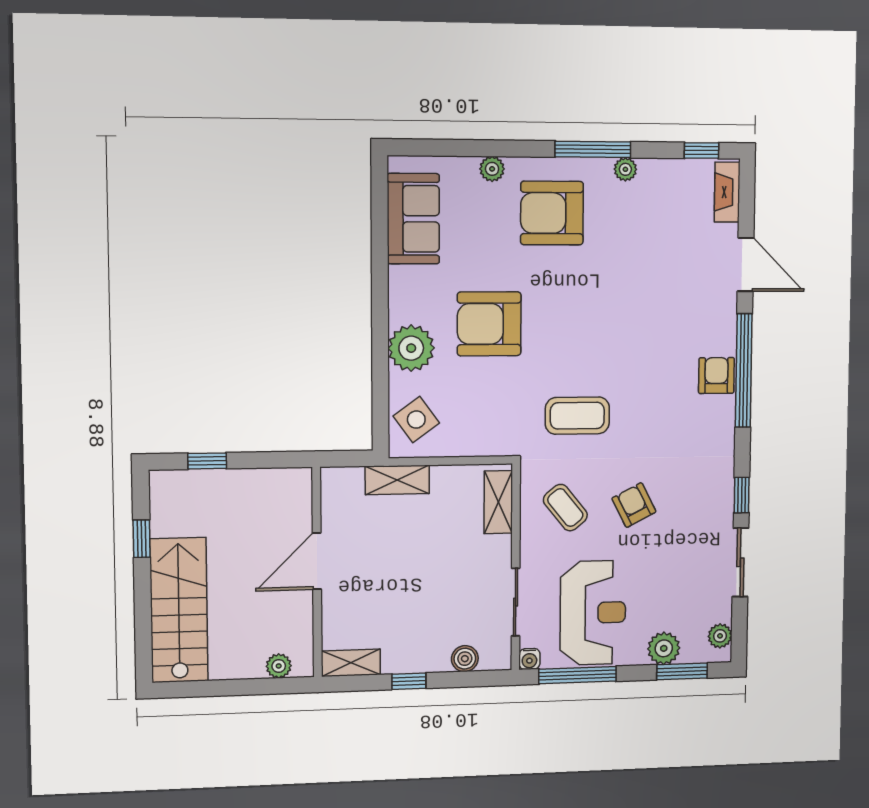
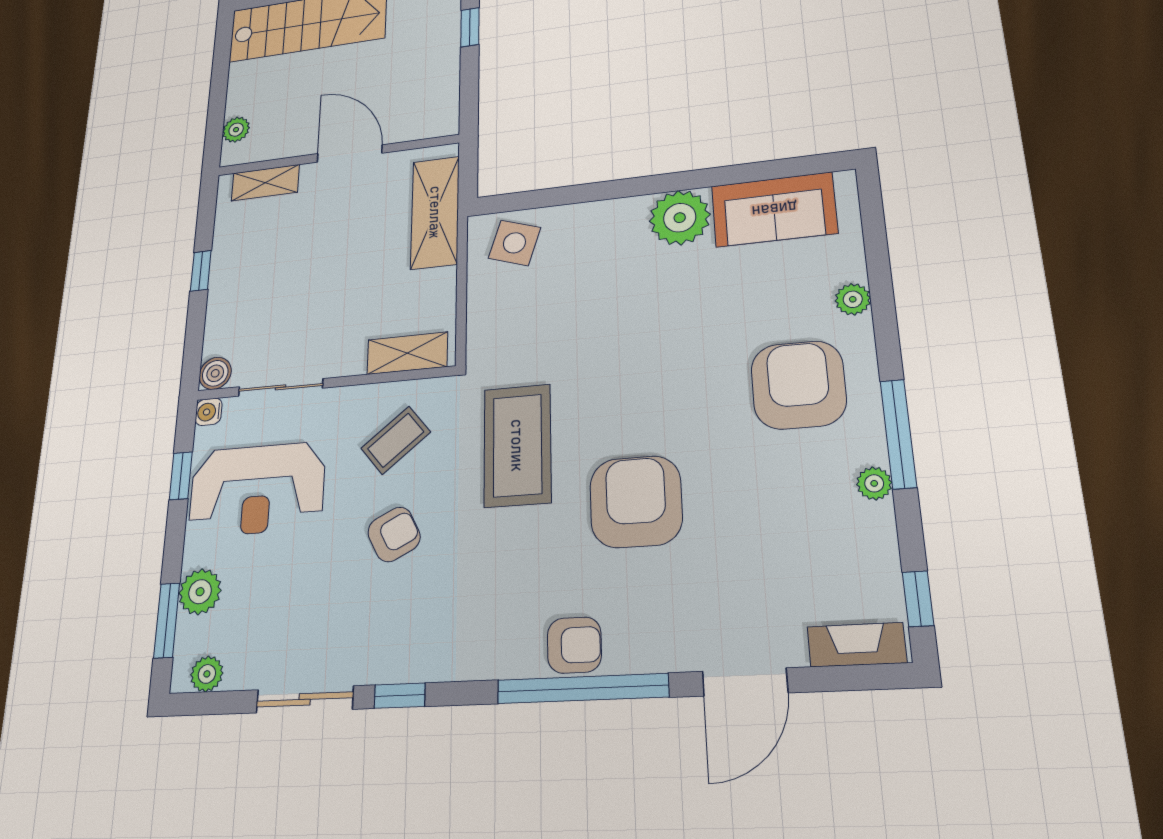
armchair: (489, 324) -> (636, 502), moved
plant: (411, 348) -> (680, 218), moved
coffee table: (577, 416) -> (517, 445), width x1.36, depth x1.32
side table: (416, 420) -> (514, 243), turned -36
shelving: (397, 480) -> (435, 212), width x1.50, depth x1.33
boiler: (465, 659) -> (215, 373), moved
shelving: (351, 663) -> (265, 183), moved, turned 90
window: (578, 675) -> (181, 476), width x0.46

